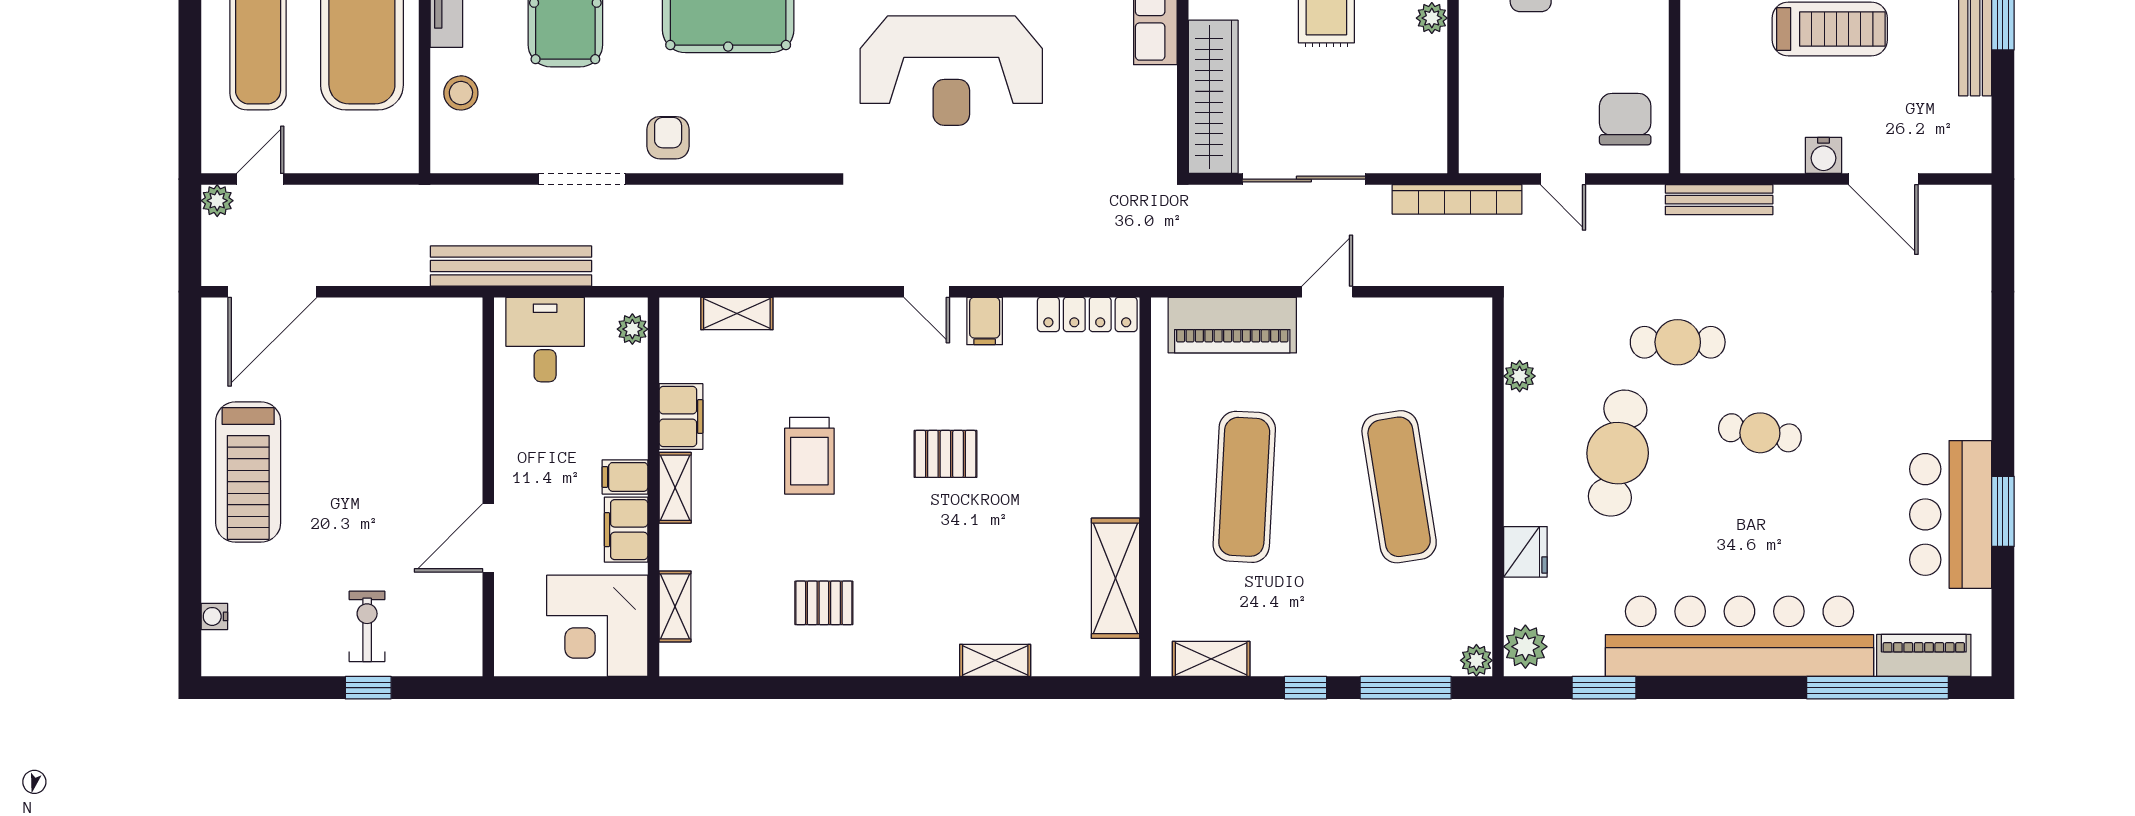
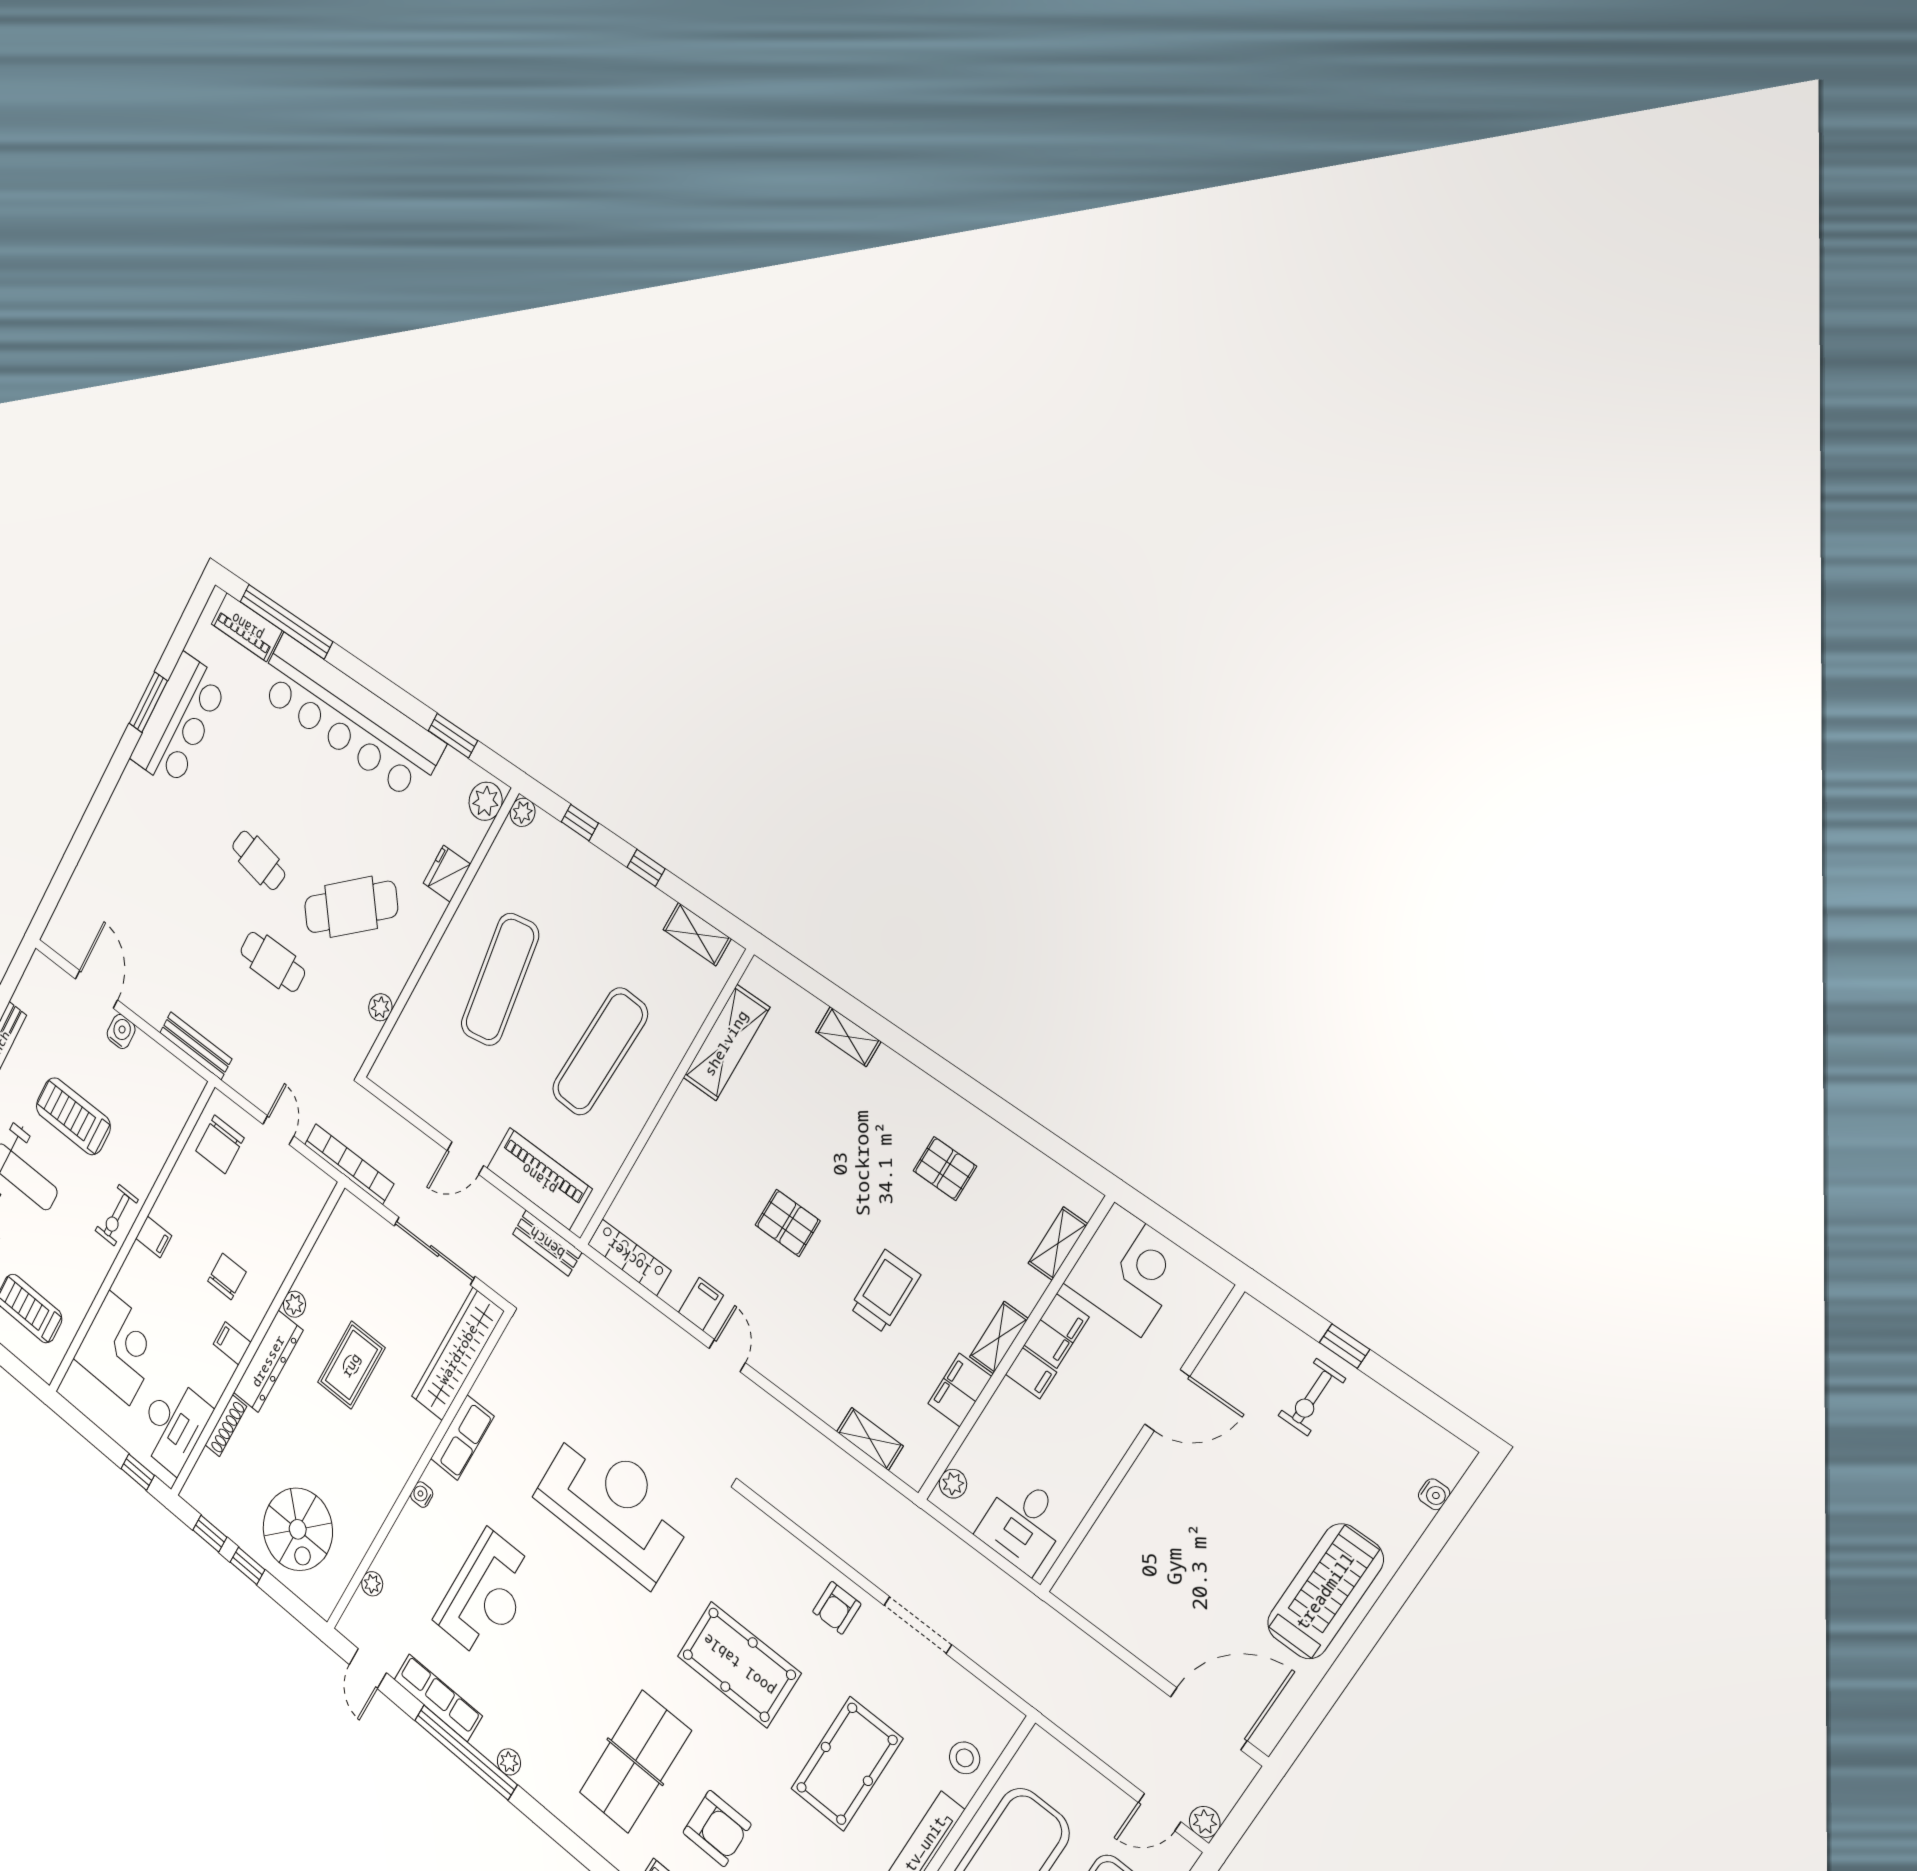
bench: (511, 266) -> (547, 1243), moved, width x0.54, depth x0.82
cafe table: (1618, 453) -> (351, 907), turned 40
window: (1406, 688) -> (580, 823), width x0.46

